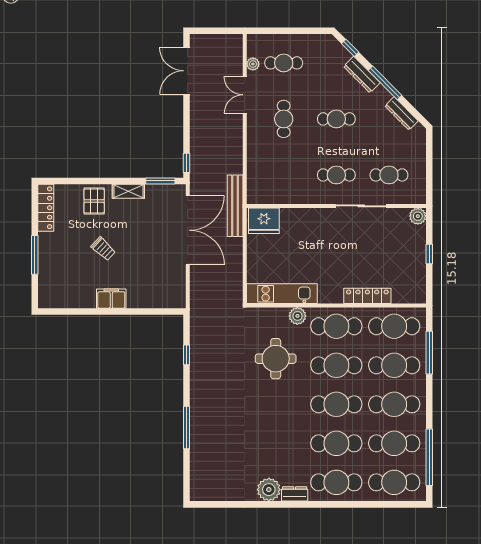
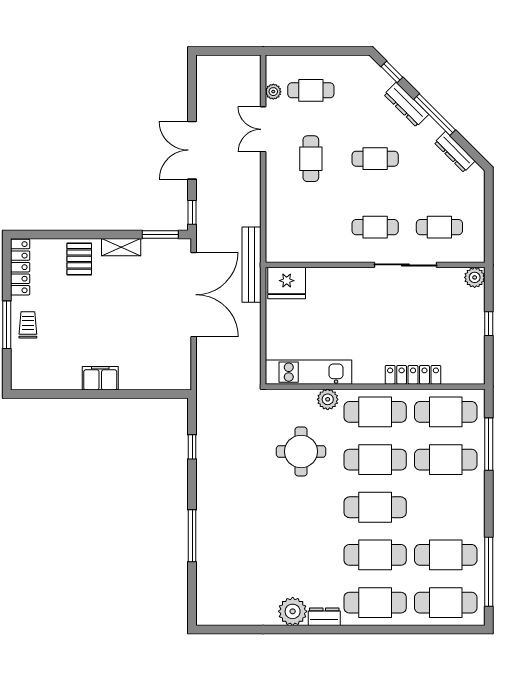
double door: (186, 71) -> (192, 150), moved
trolley: (103, 249) -> (28, 325), moved, turned -133
cafe table: (394, 404) -> (446, 507), removed

